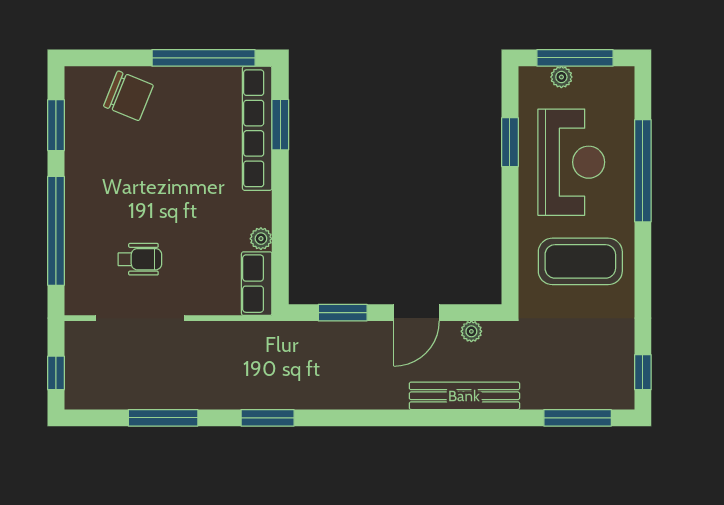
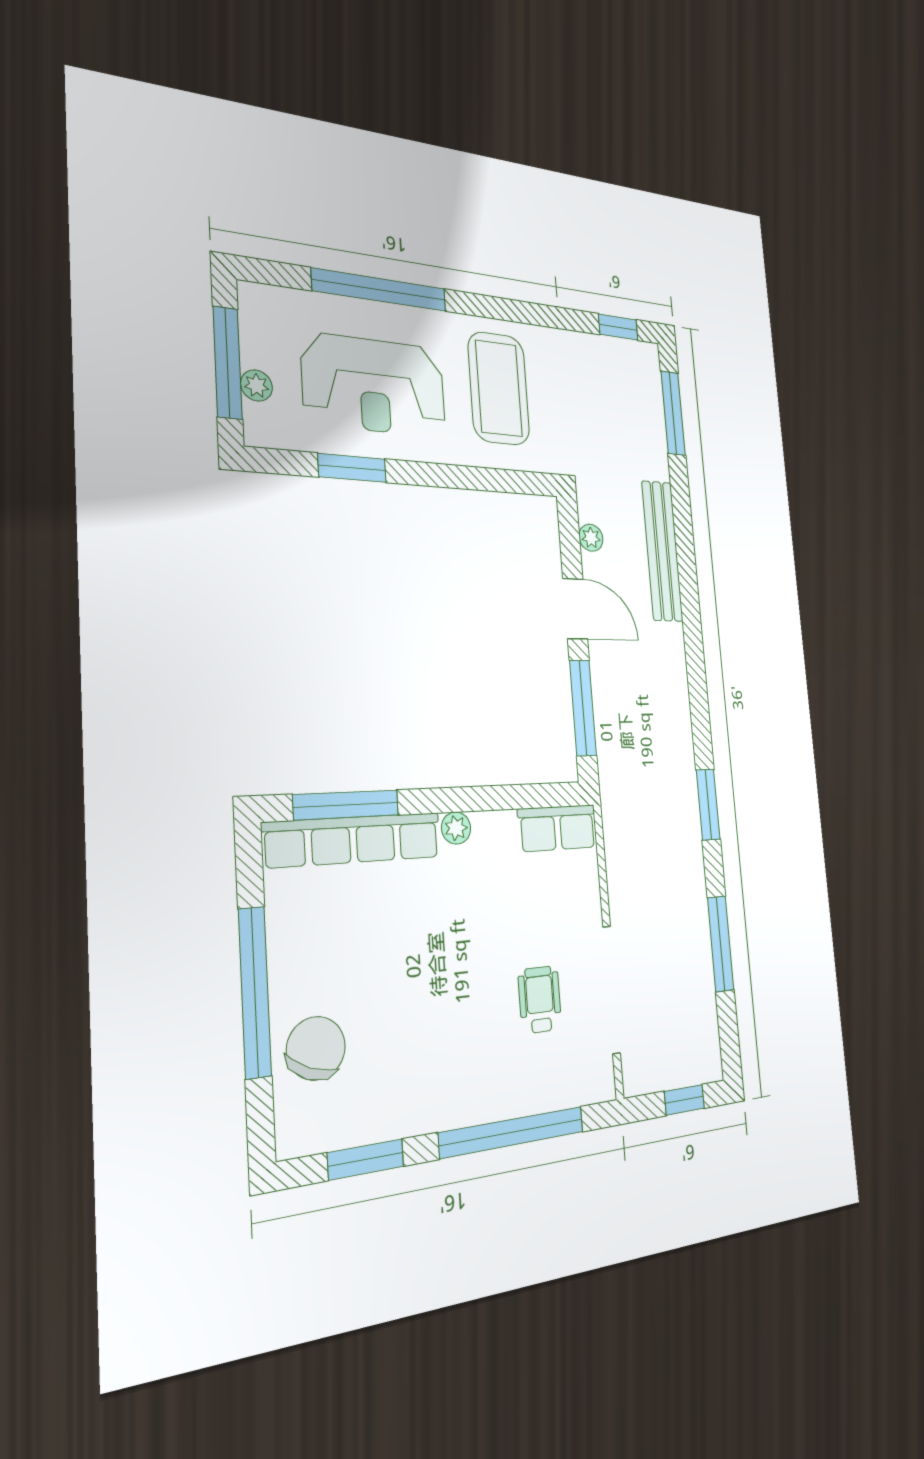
window: (204, 58) -> (255, 992), moved
window: (280, 125) -> (346, 805), width x1.44
reception desk: (571, 162) -> (374, 385), turned 180
plant: (261, 239) -> (456, 828), moved
window: (343, 313) -> (583, 708), width x1.44

